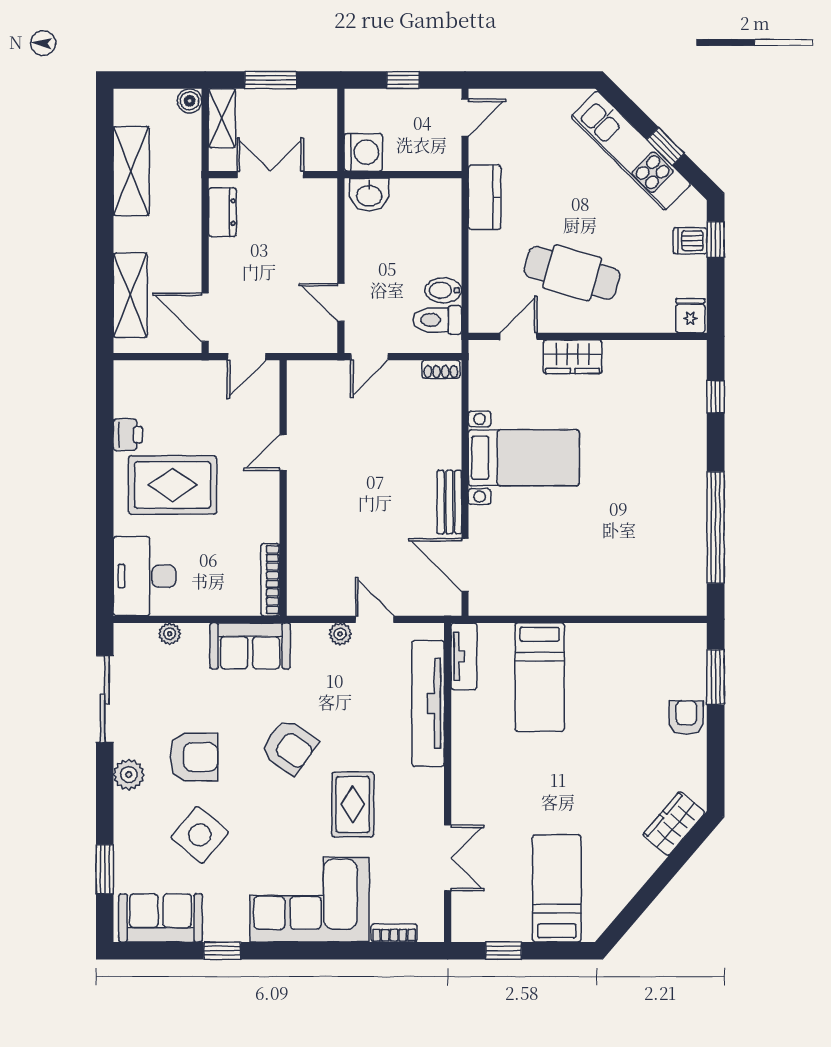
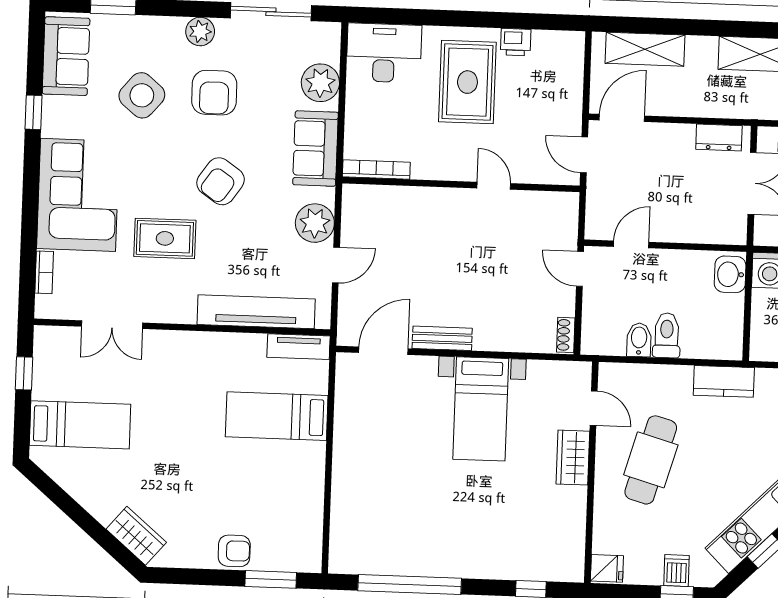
toilet: (437, 320) -> (667, 335), moved
plant: (170, 634) -> (320, 83), width x1.88, depth x1.88
plant: (340, 634) -> (315, 223), width x1.88, depth x1.88

